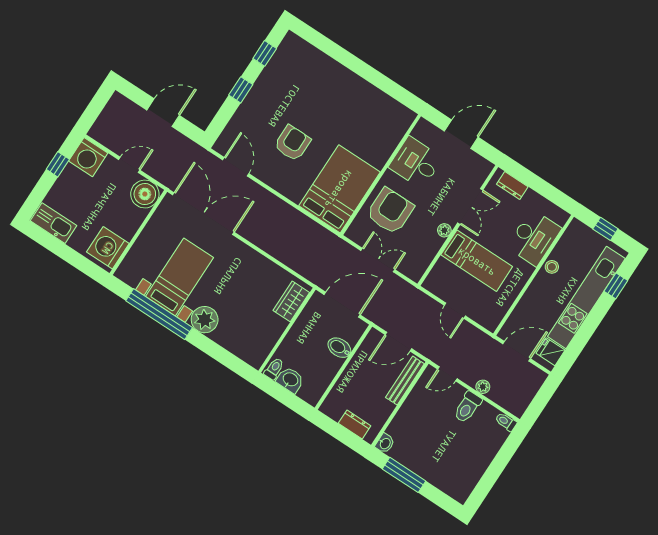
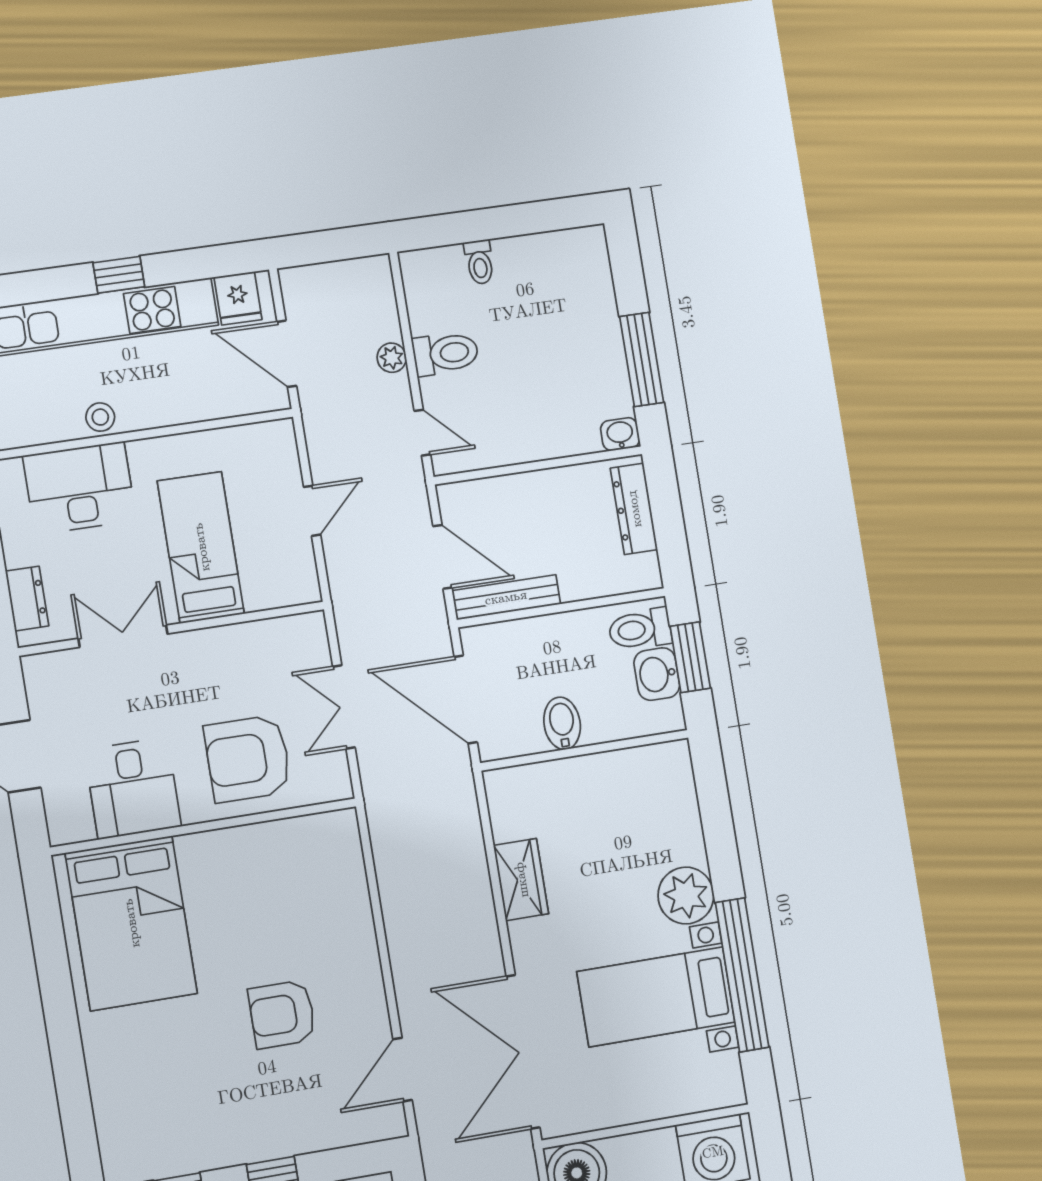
bed: (339, 189) -> (131, 923), moved, turned -90
plant: (444, 230) -> (199, 643), removed
window: (616, 286) -> (119, 275), moved
wardrobe: (291, 301) -> (521, 880), moved, turned -90
bidet: (339, 348) -> (562, 723), moved, turned 180
toilet: (274, 369) -> (640, 629), moved, width x1.37, depth x1.39
bench: (405, 381) -> (506, 597), moved
window: (285, 397) -> (690, 657), added
toilet: (506, 422) -> (479, 262), moved
dresser: (355, 424) -> (634, 509), width x1.44

